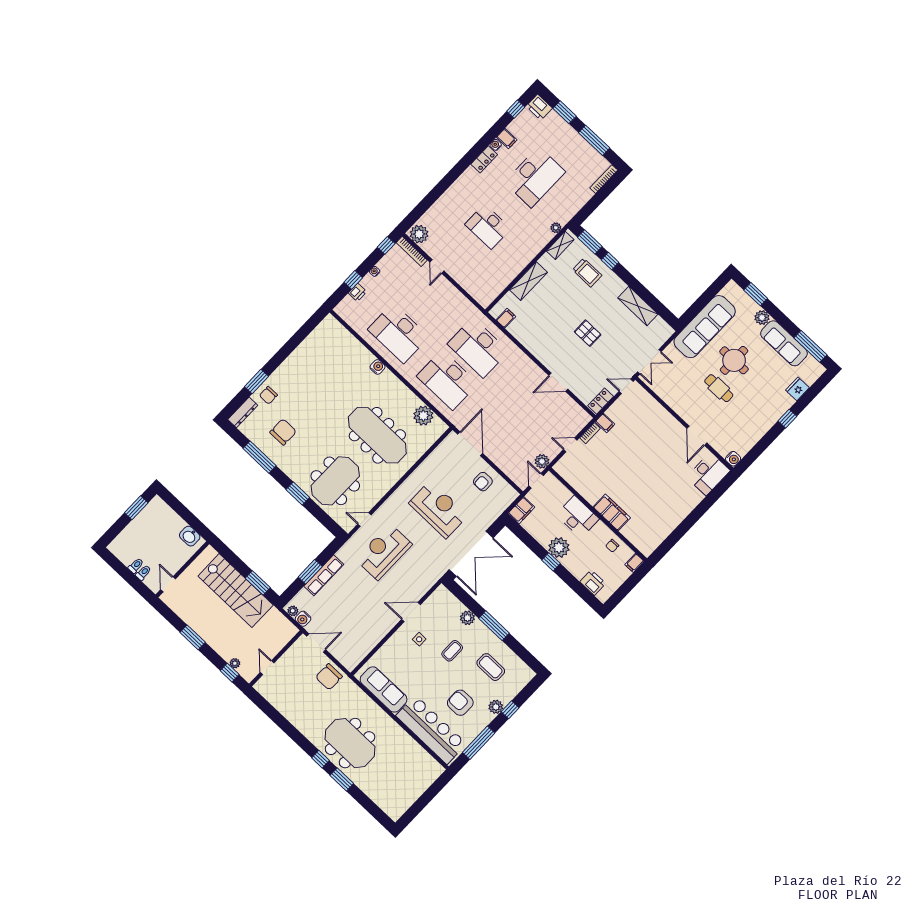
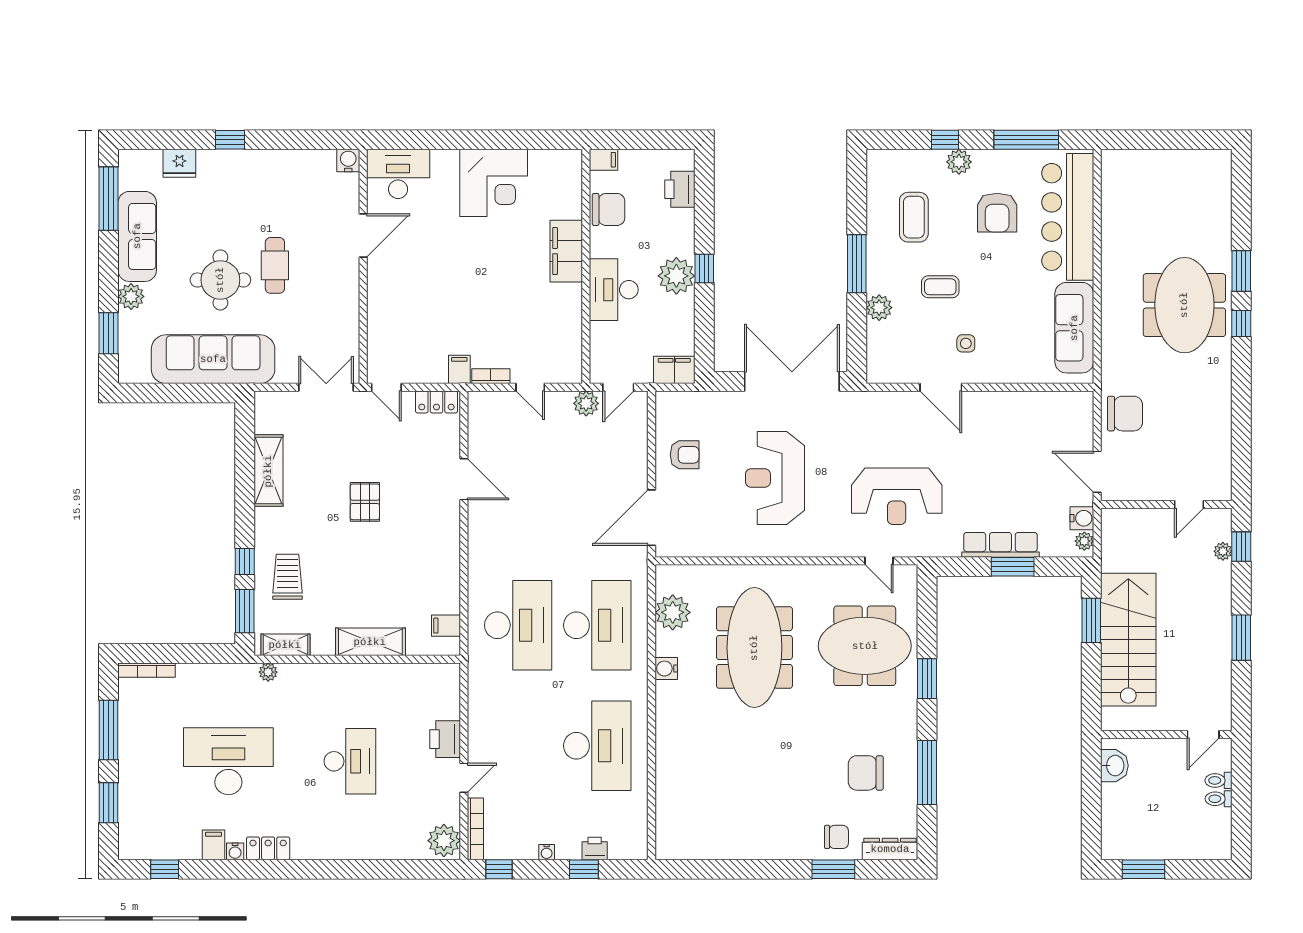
printer: (539, 107) -> (445, 739), moved, turned 180
water cooler: (378, 367) -> (666, 669), moved
corner desk: (668, 509) -> (494, 183), added
chair: (612, 546) -> (609, 209), width x1.87, depth x1.87

